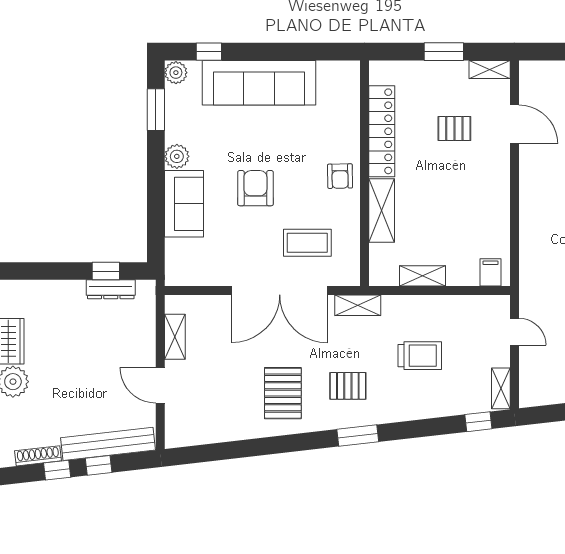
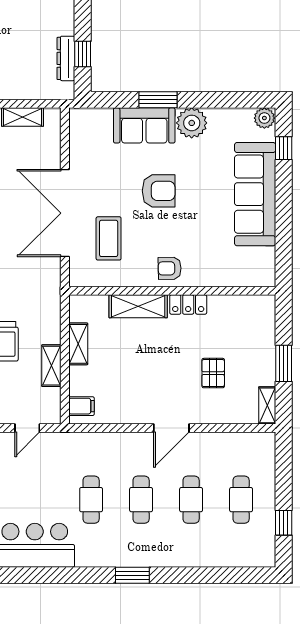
window: (156, 110) -> (158, 100), moved
door: (514, 124) -> (171, 428), moved
locker: (382, 131) -> (188, 305), width x0.46, depth x0.83
plant: (177, 156) -> (192, 123), width x1.36, depth x1.36
shelving: (358, 305) -> (51, 366), moved

